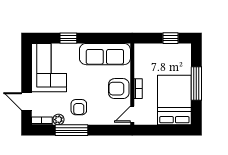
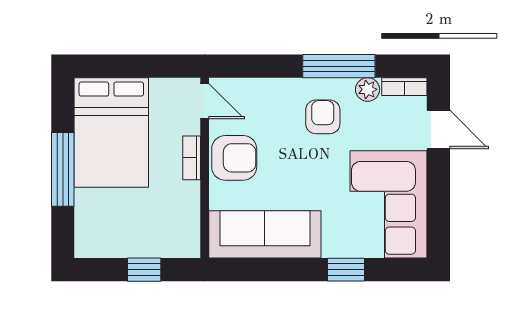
window: (170, 38) -> (144, 270), moved
door: (132, 114) -> (205, 101), hinge flipped

